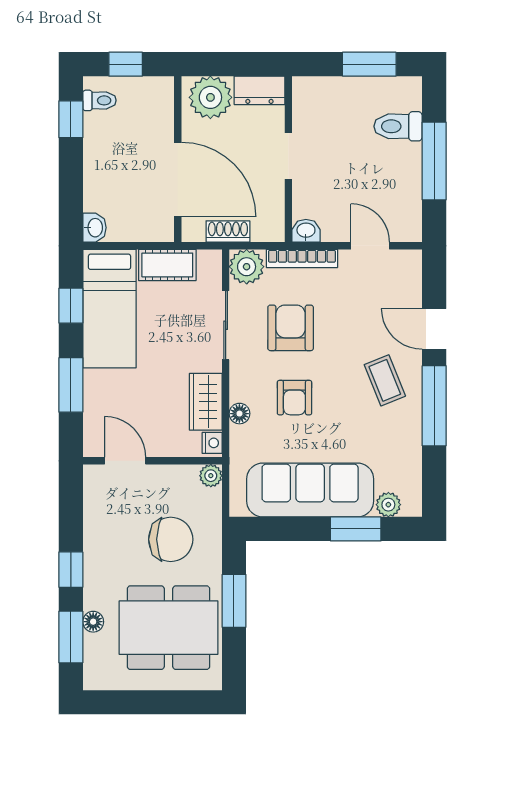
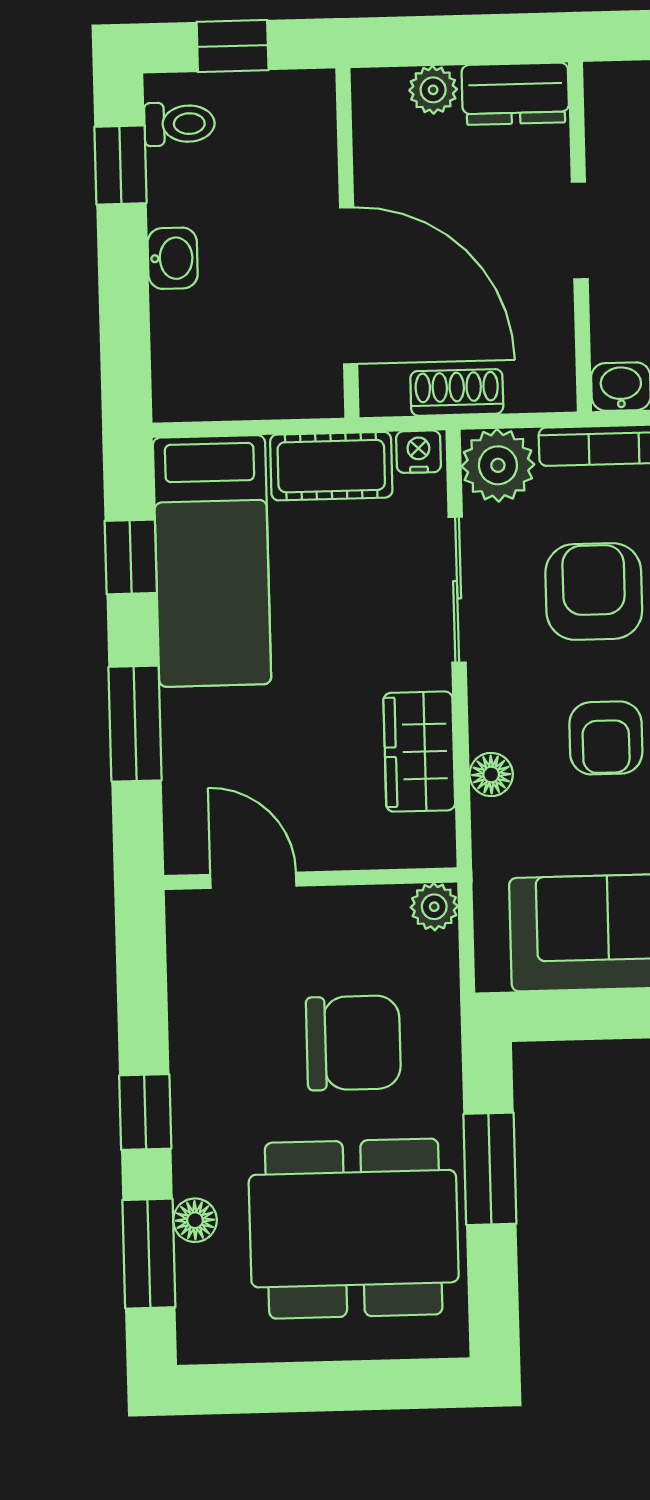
plant: (210, 97) -> (433, 90), width x0.53, depth x0.53
washbasin: (95, 228) -> (173, 258), moved
nightstand: (212, 443) -> (419, 452), moved, turned -90

